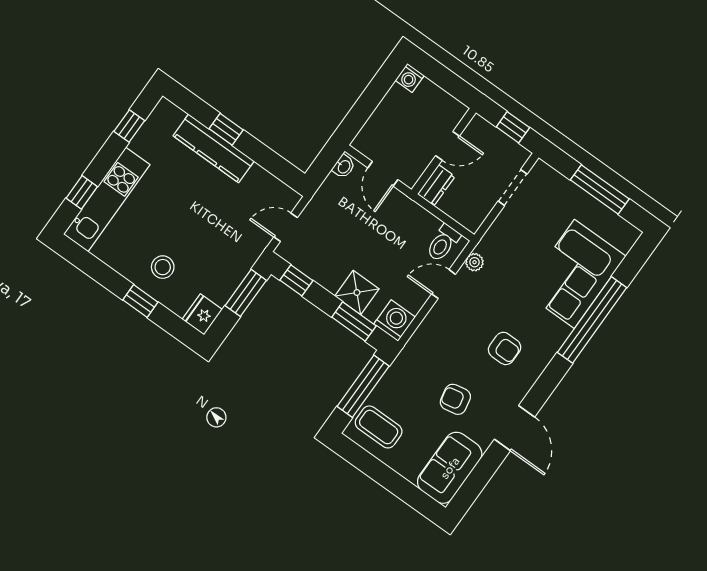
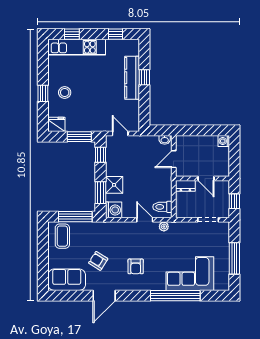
armchair: (455, 399) -> (98, 261), turned -47

